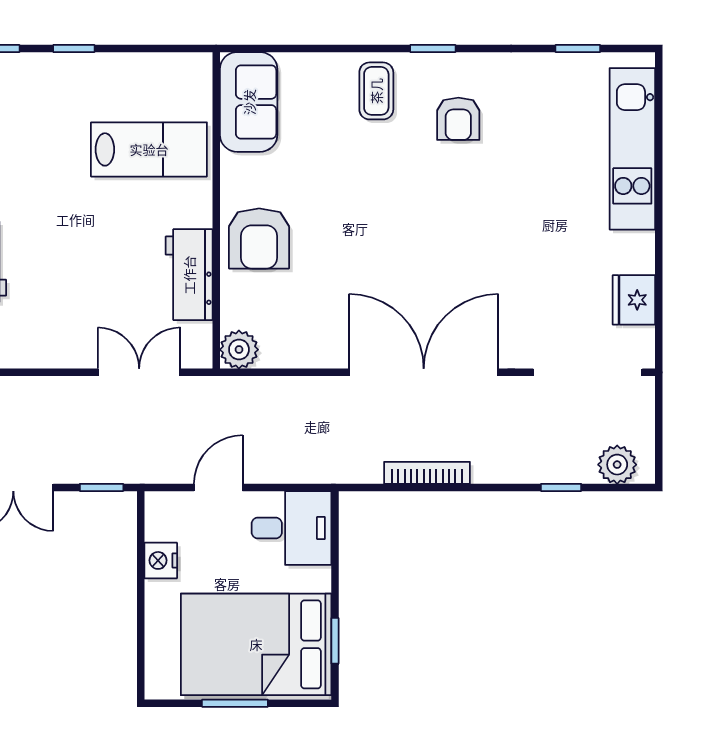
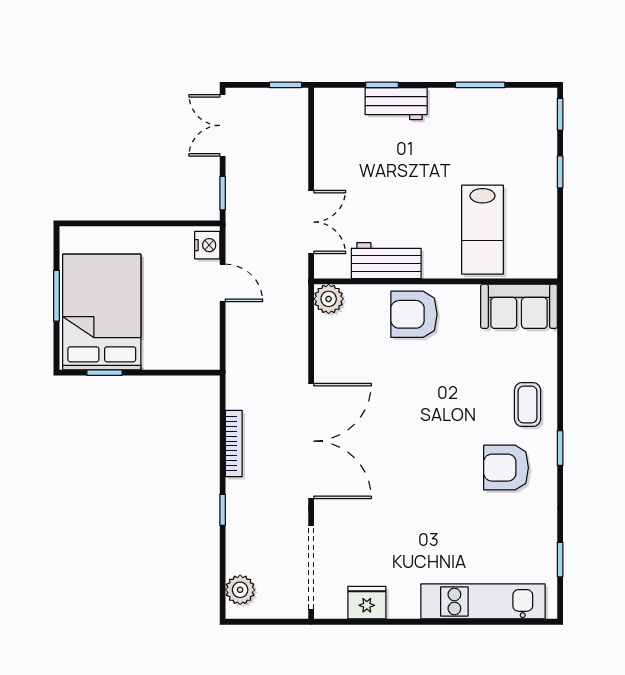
coffee table: (376, 91) -> (528, 405), turned 90
armchair: (458, 119) -> (506, 468), width x1.38, depth x1.38
window: (561, 487) -> (223, 510), moved
desk: (291, 528) -> (191, 339), removed
nightstand: (161, 560) -> (207, 245), moved, turned 90

